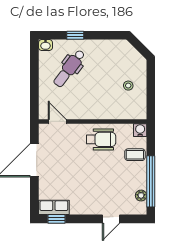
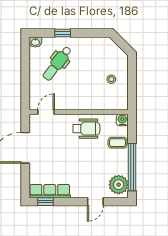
door: (57, 121) -> (46, 112), hinge flipped
plant: (141, 196) -> (119, 185), width x1.87, depth x1.87
row of seats: (54, 207) -> (50, 191), width x1.48

